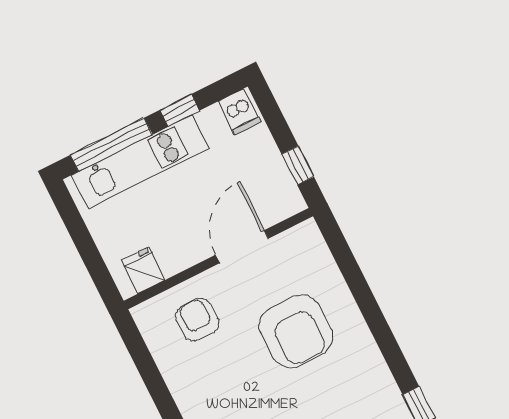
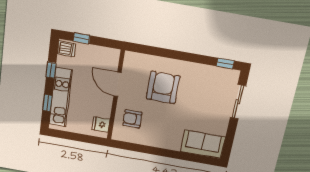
window: (111, 145) -> (47, 103), width x0.46
window: (298, 165) -> (82, 38), moved
armchair: (296, 331) -> (163, 88), turned -90

